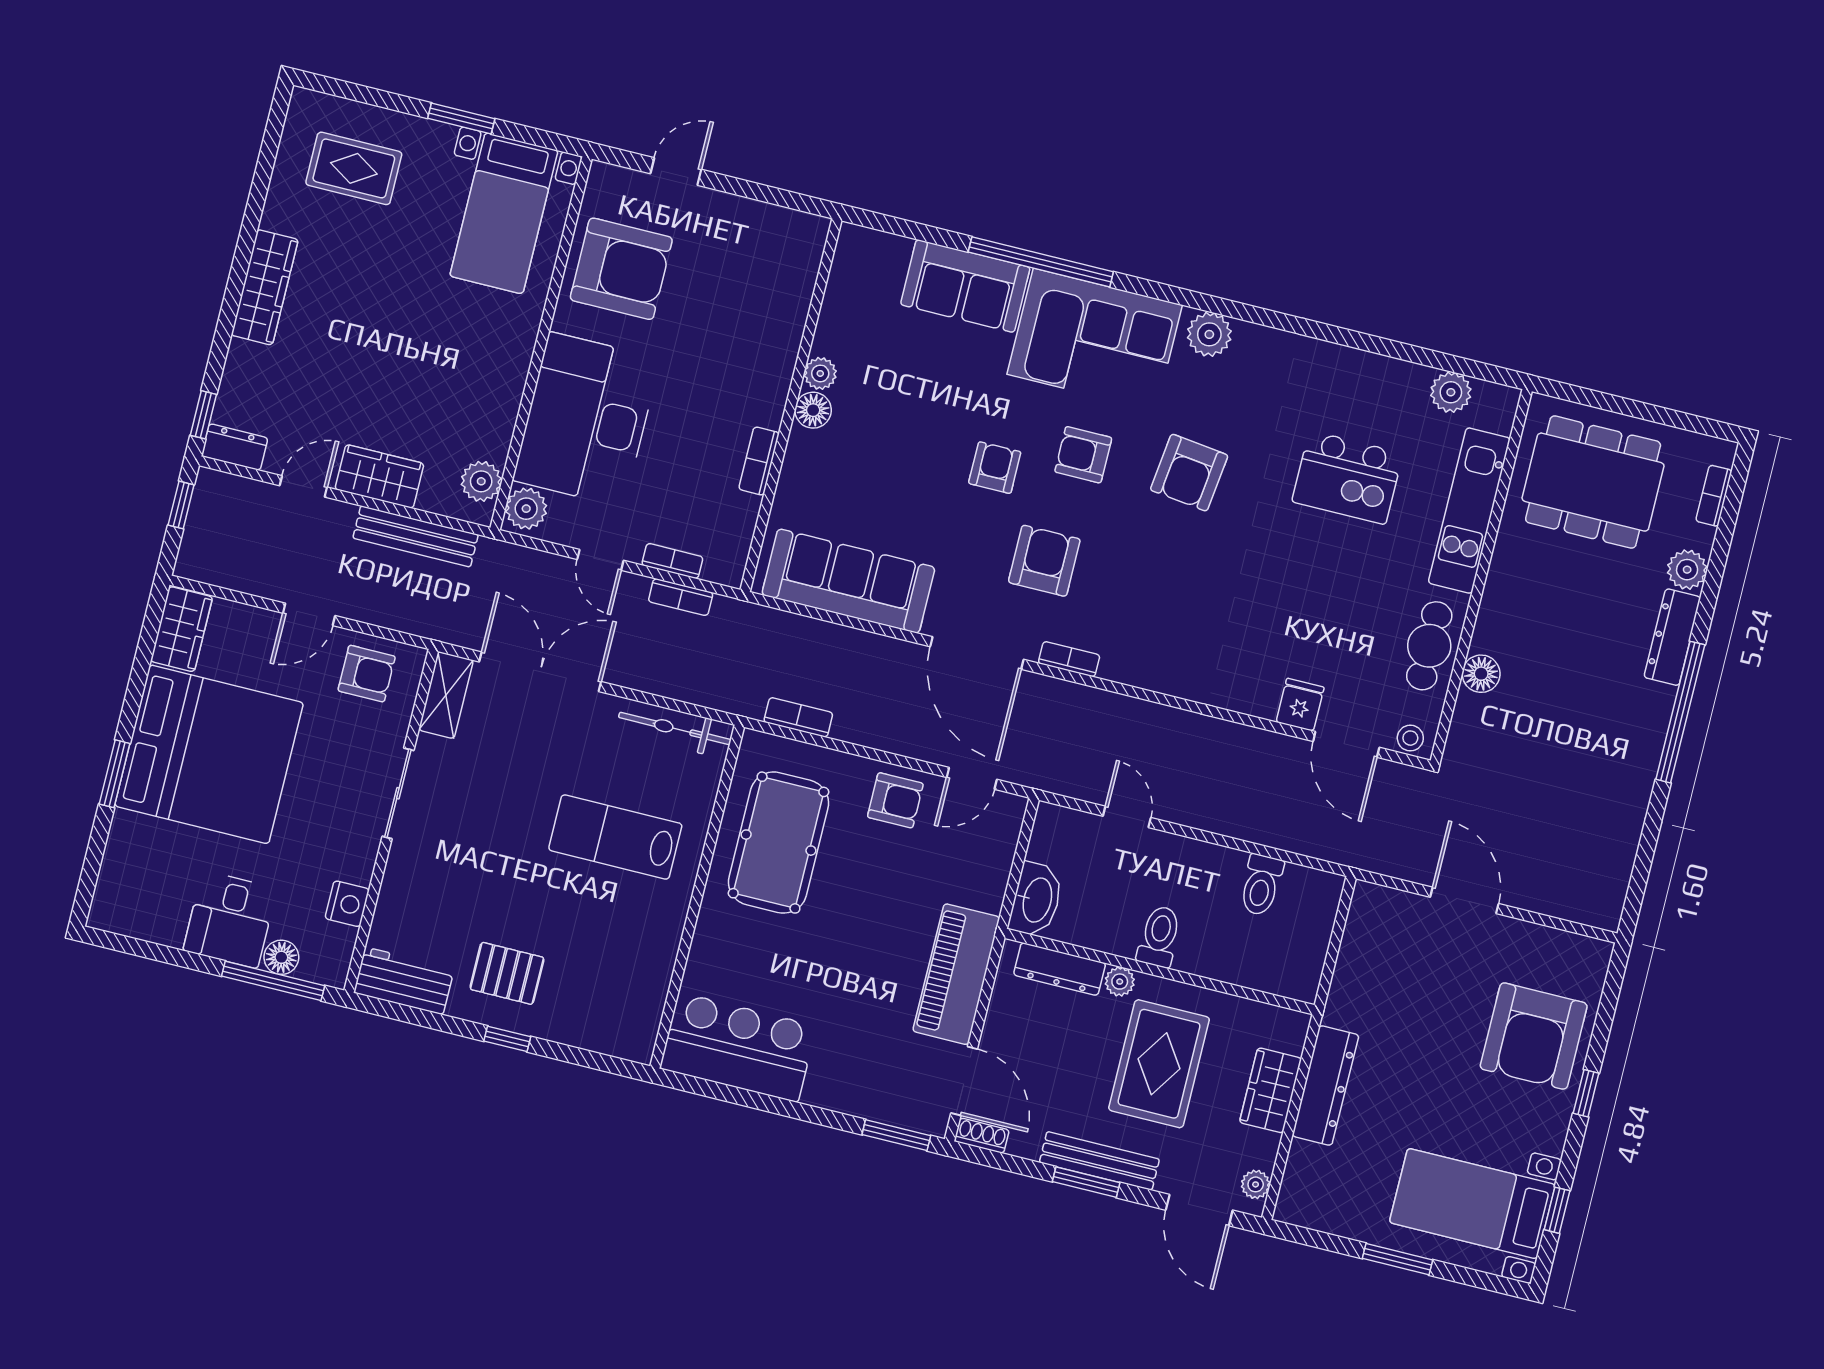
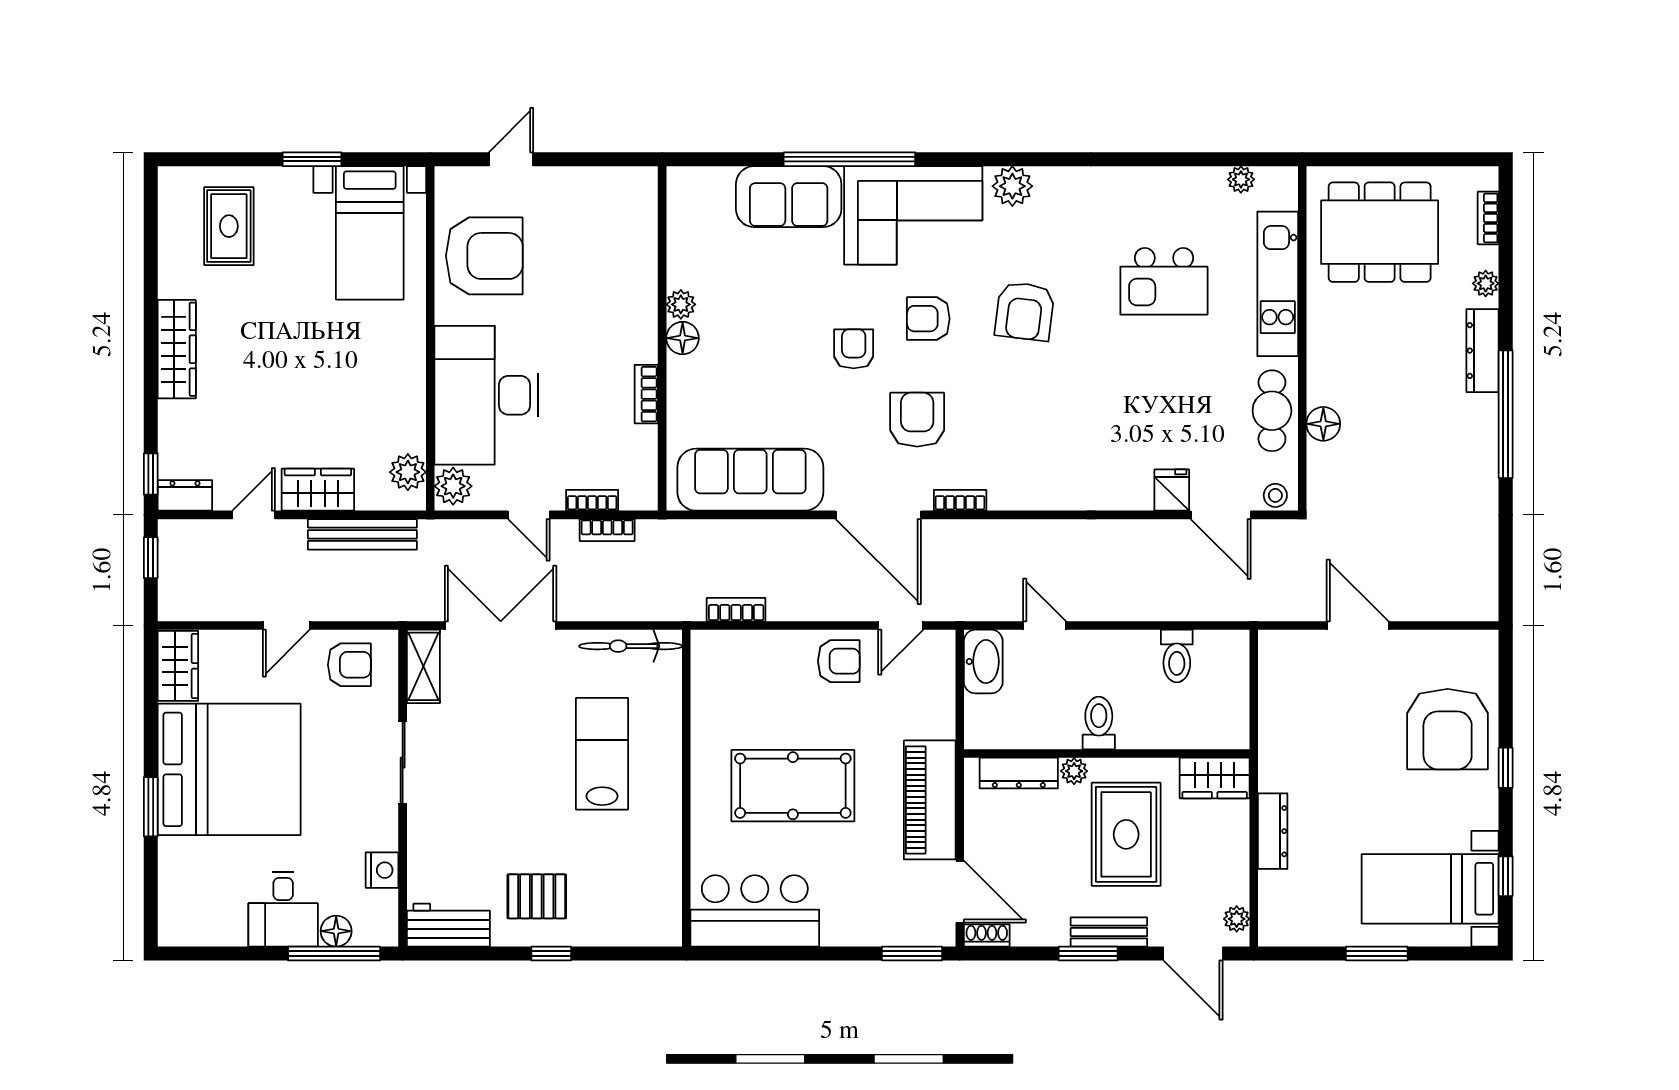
rug: (354, 168) -> (229, 226), turned 90
plant: (1451, 392) -> (1241, 179), width x0.73, depth x0.73
plant: (1687, 570) -> (1486, 283), width x0.73, depth x0.73
lab bench: (615, 837) -> (602, 754), turned 90
pool table: (779, 843) -> (793, 786), moved, turned 90
washbasin: (1036, 900) -> (983, 662), moved
dresser: (1325, 1085) -> (1273, 831), width x0.73, depth x0.80
wardrobe: (1270, 1090) -> (1215, 778), moved, turned -90
bench: (1099, 1161) -> (1109, 932), width x0.73

